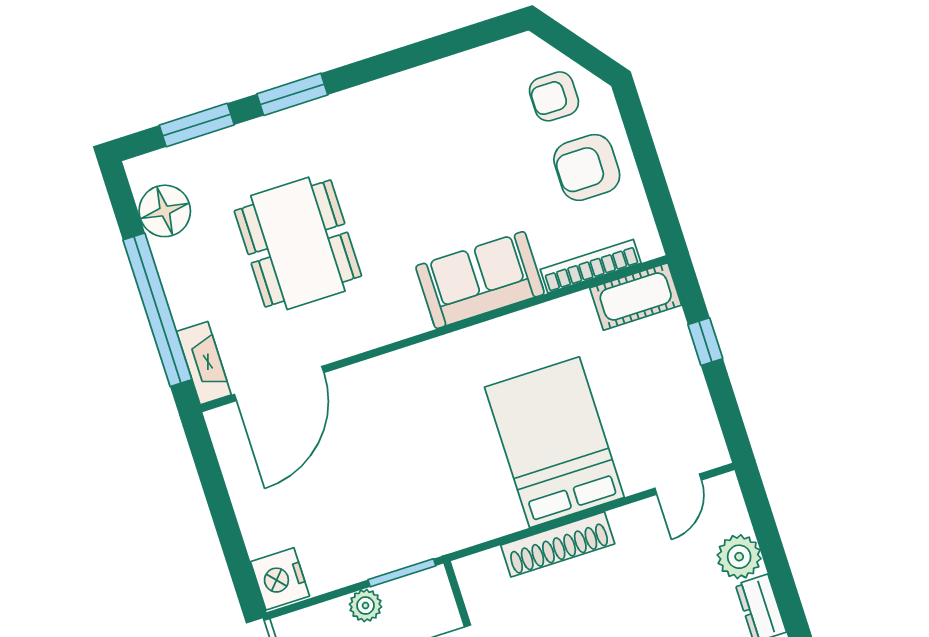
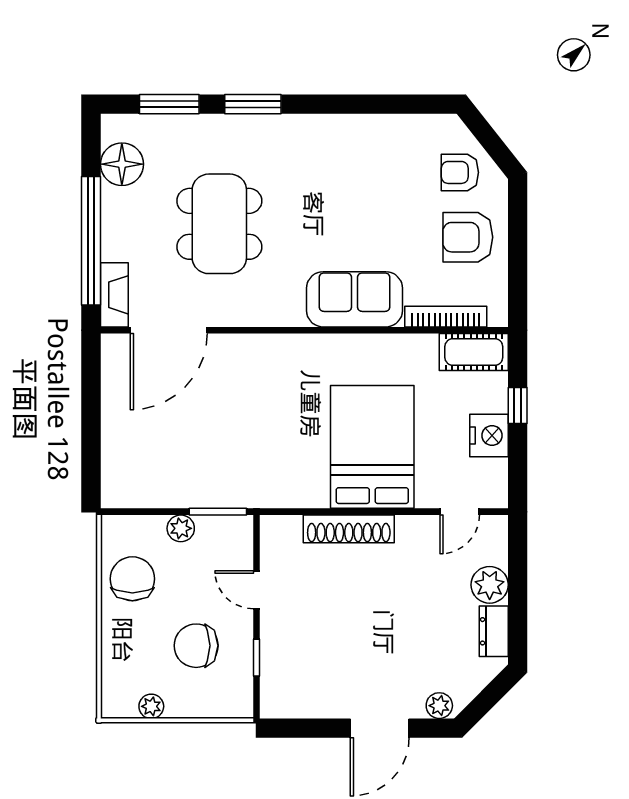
nightstand: (280, 579) -> (489, 436), moved, turned 180

